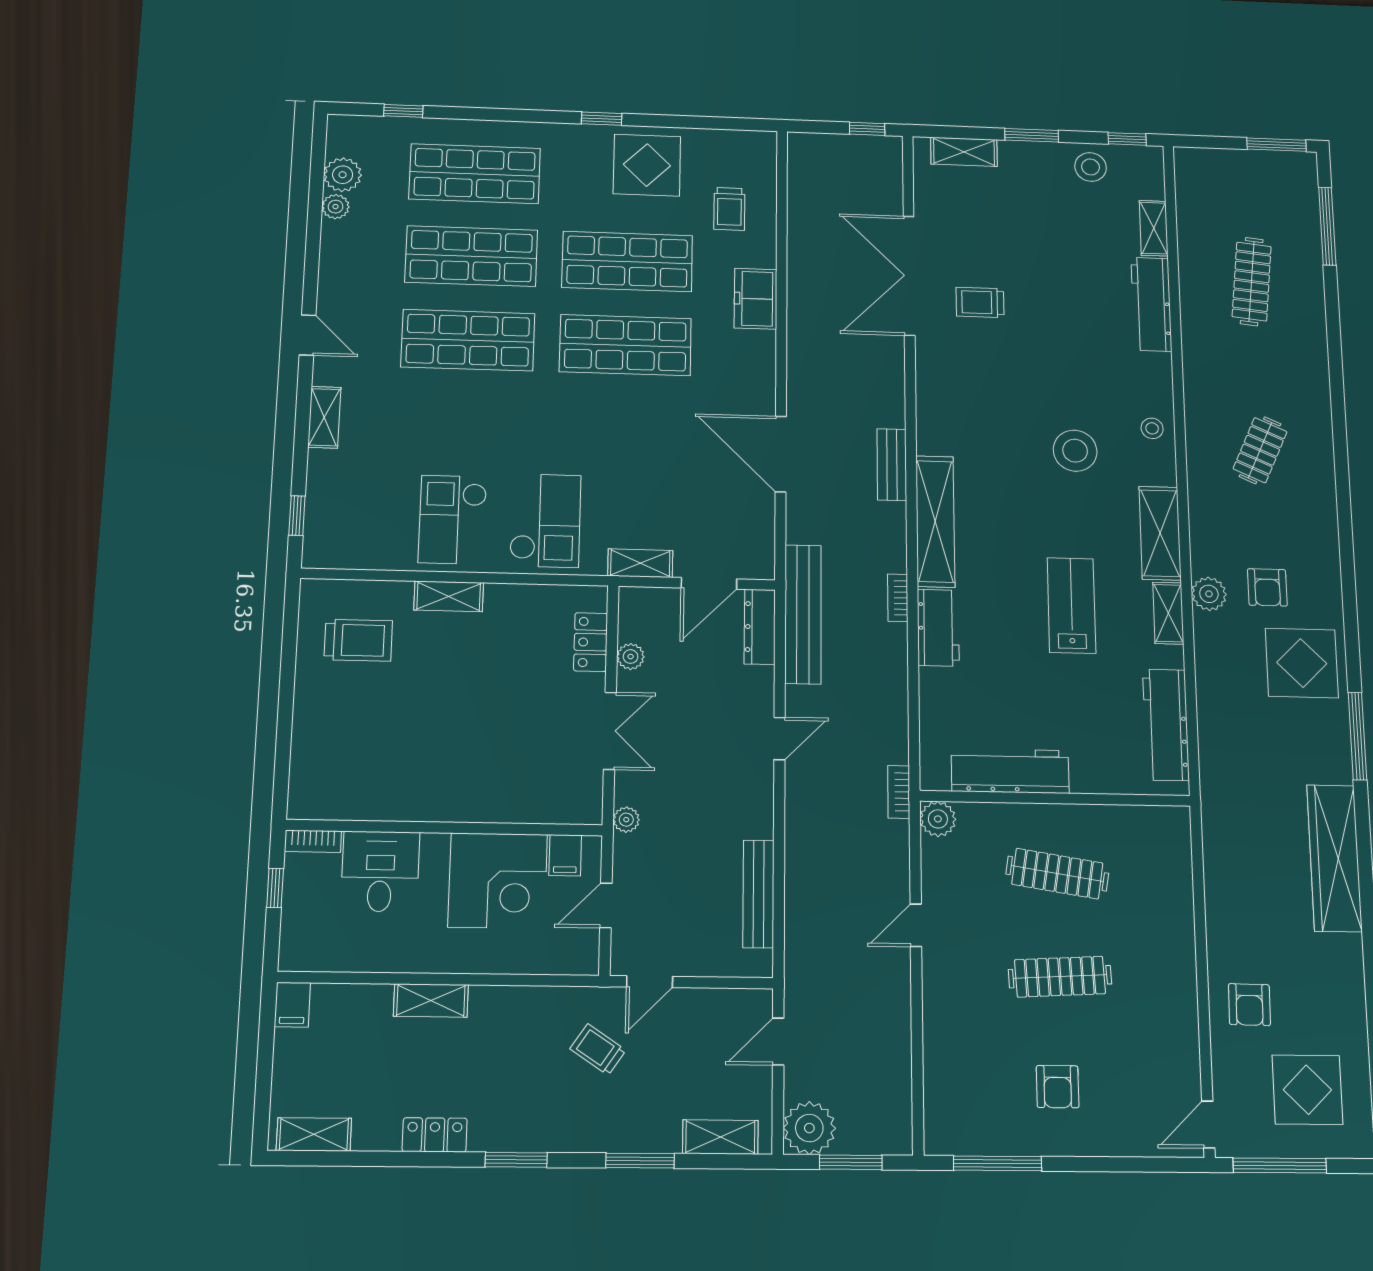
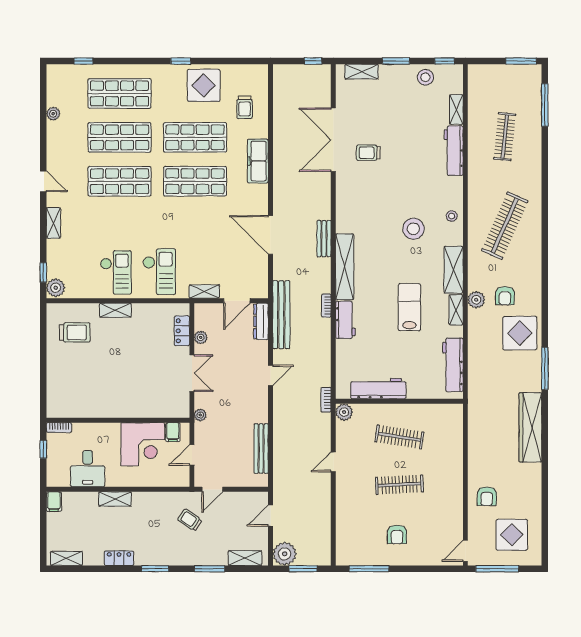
plant: (343, 175) -> (56, 288), moved
freezer: (756, 299) -> (258, 161), width x1.40
clothes rail: (1260, 450) -> (505, 226), width x1.86, depth x1.31
checkout: (453, 520) -> (116, 272), turned 180
desk: (380, 871) -> (88, 469), moved, turned 180

